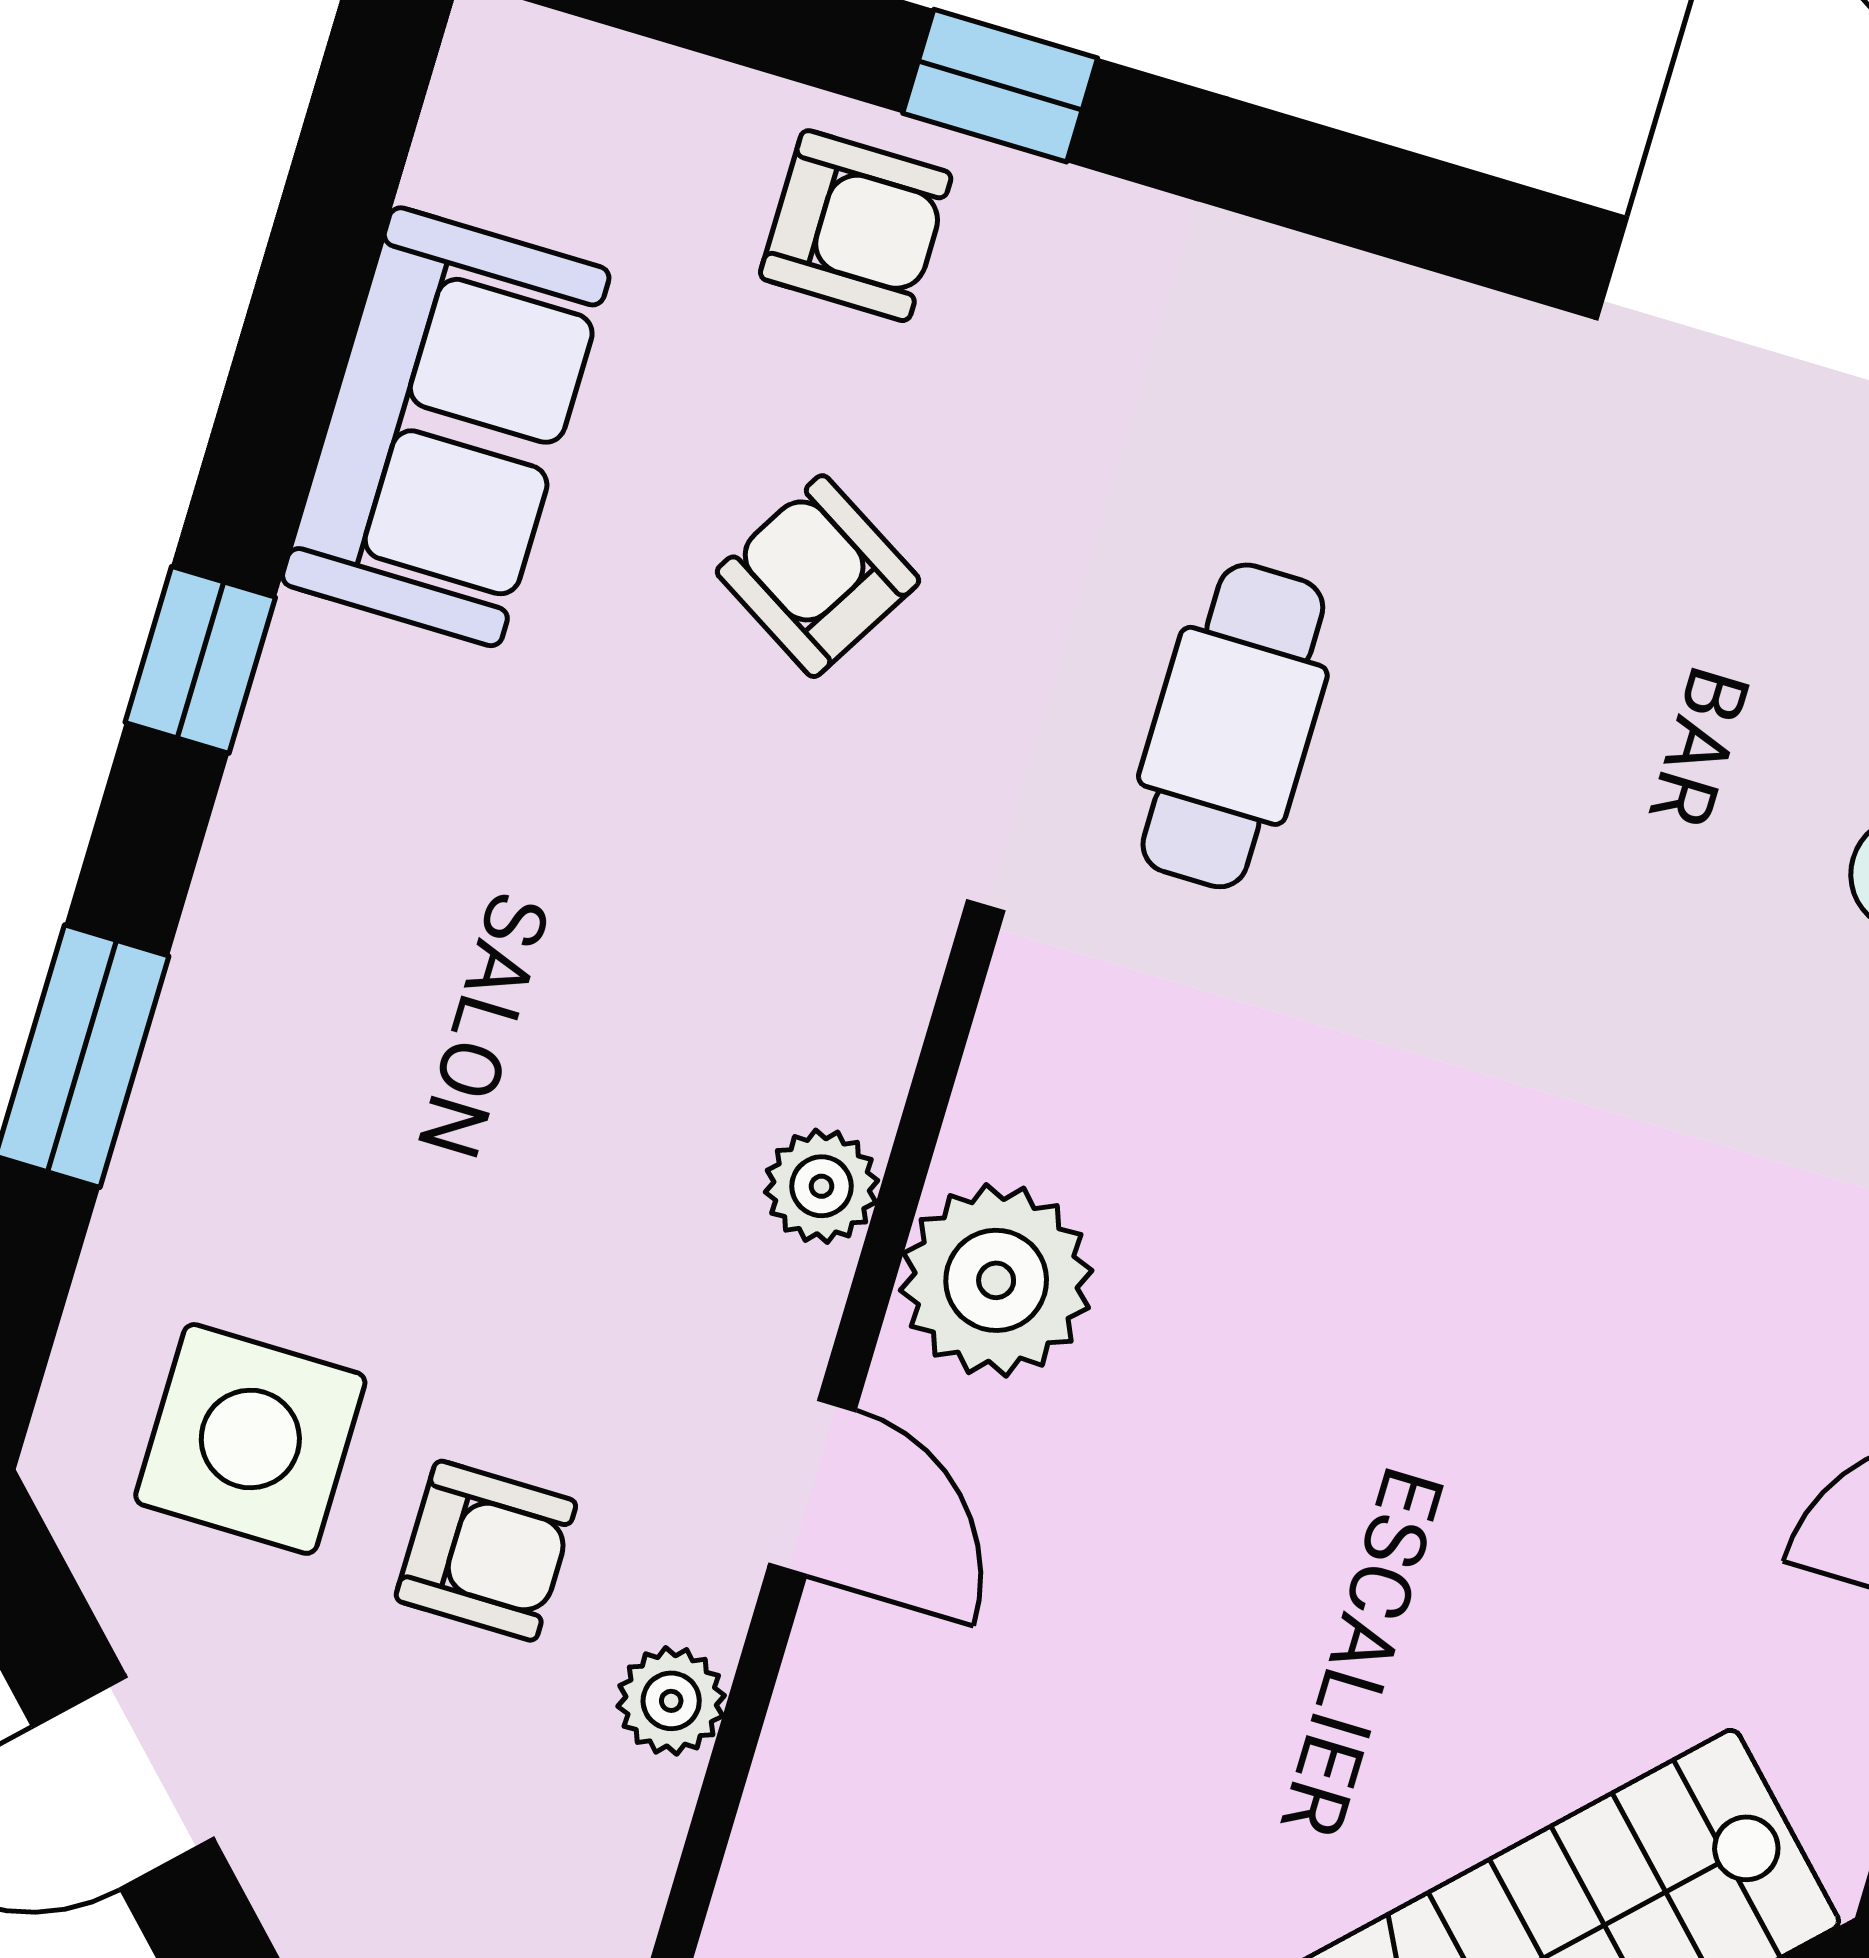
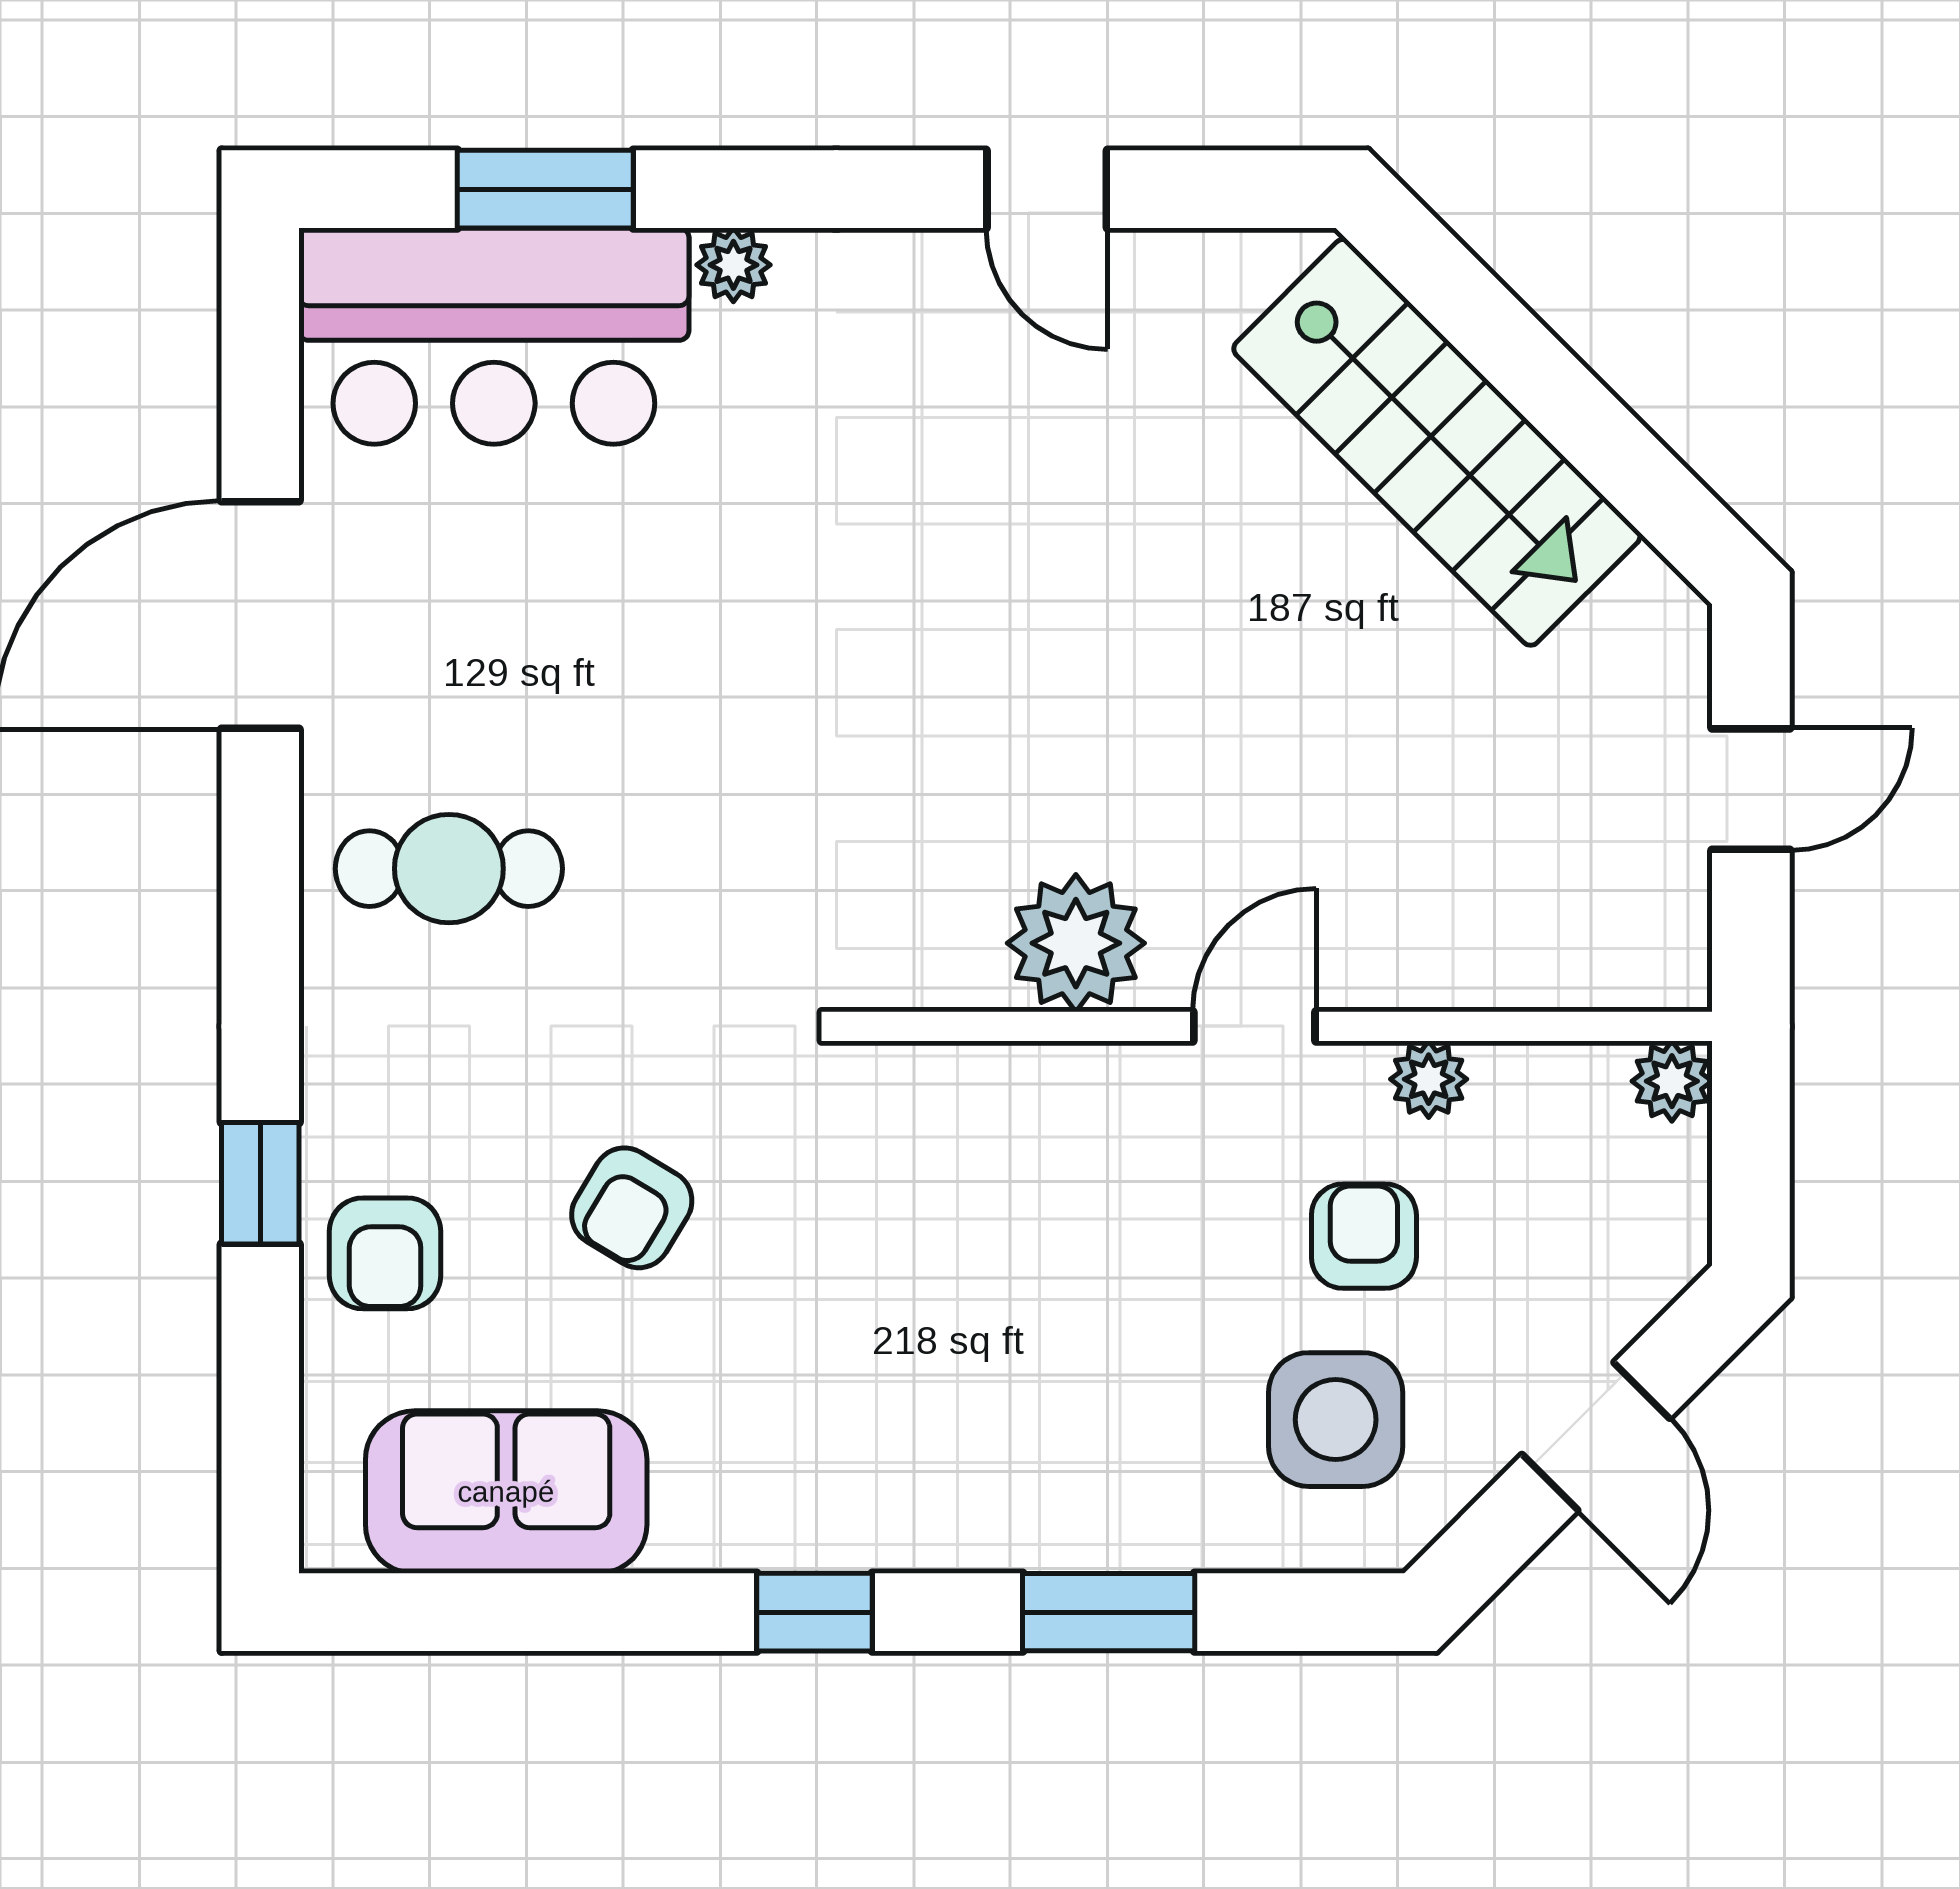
armchair: (856, 226) -> (385, 1253), turned 180
sofa: (446, 427) -> (506, 1492), moved
cafe table: (1233, 726) -> (449, 869), moved
plant: (822, 1186) -> (1047, 1081), removed

